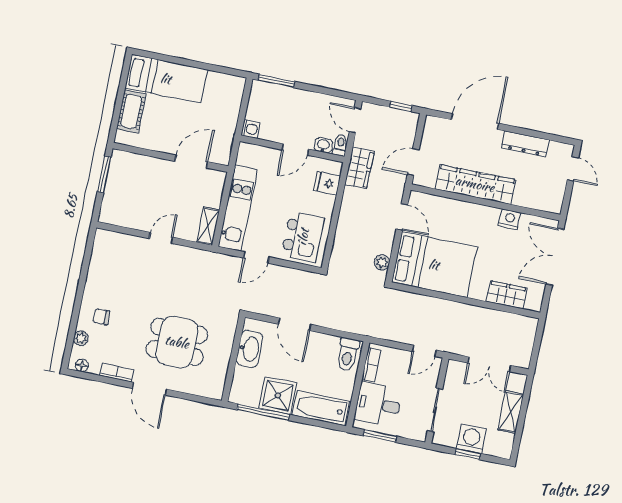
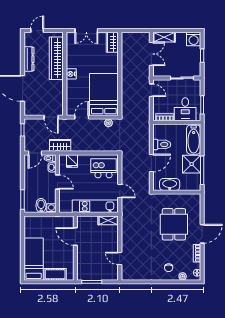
bidet: (259, 112) -> (41, 205), added
wardrobe: (475, 184) -> (56, 58), moved
nightstand: (510, 219) -> (71, 74), moved
door: (161, 238) -> (120, 258), moved
double door: (555, 257) -> (86, 31), width x0.73
wardrobe: (506, 295) -> (112, 42), moved
toilet: (348, 354) -> (162, 144), moved
shelving: (511, 412) -> (164, 37), moved
washing machine: (471, 439) -> (194, 39), moved, turned -90

